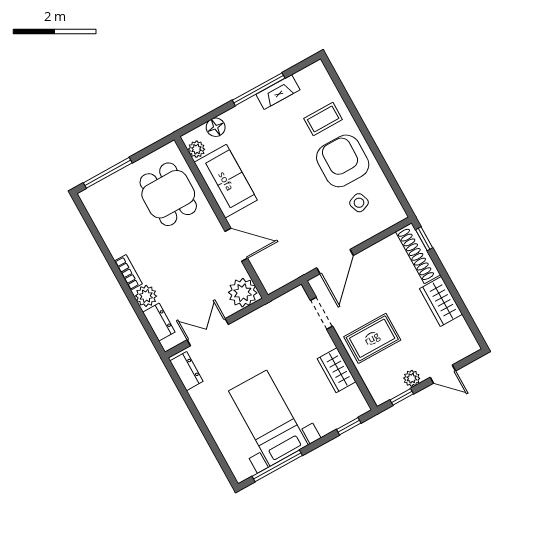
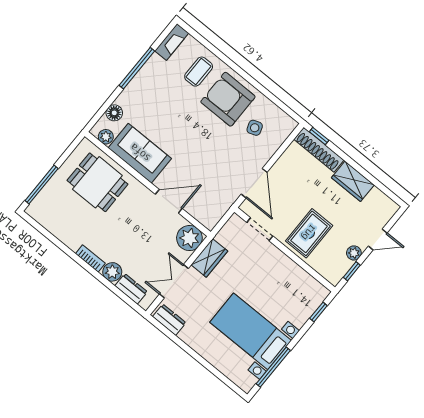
fireplace: (278, 92) -> (172, 42), moved
wardrobe: (337, 370) -> (209, 258), moved, turned -90

